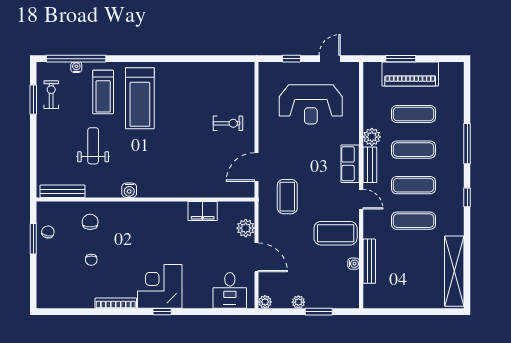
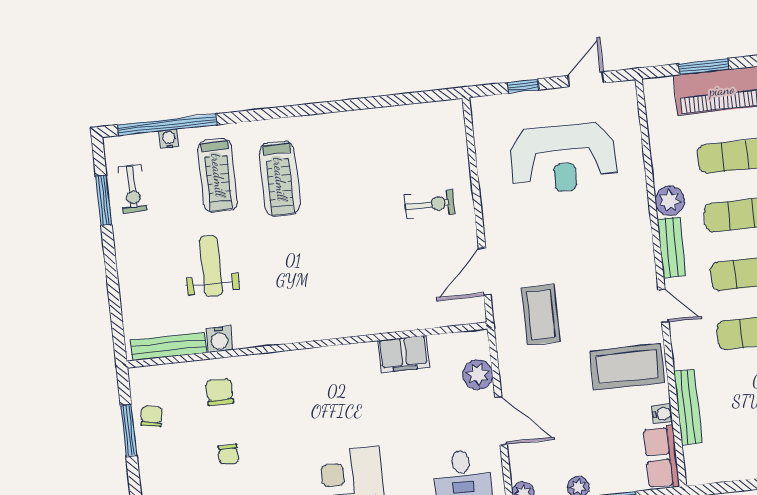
exercise bike: (51, 95) -> (132, 189), turned 180
treadmill: (140, 98) -> (280, 179), width x0.73, depth x0.73
row of seats: (350, 164) -> (661, 457), moved
water cooler: (129, 190) -> (219, 339), moved

